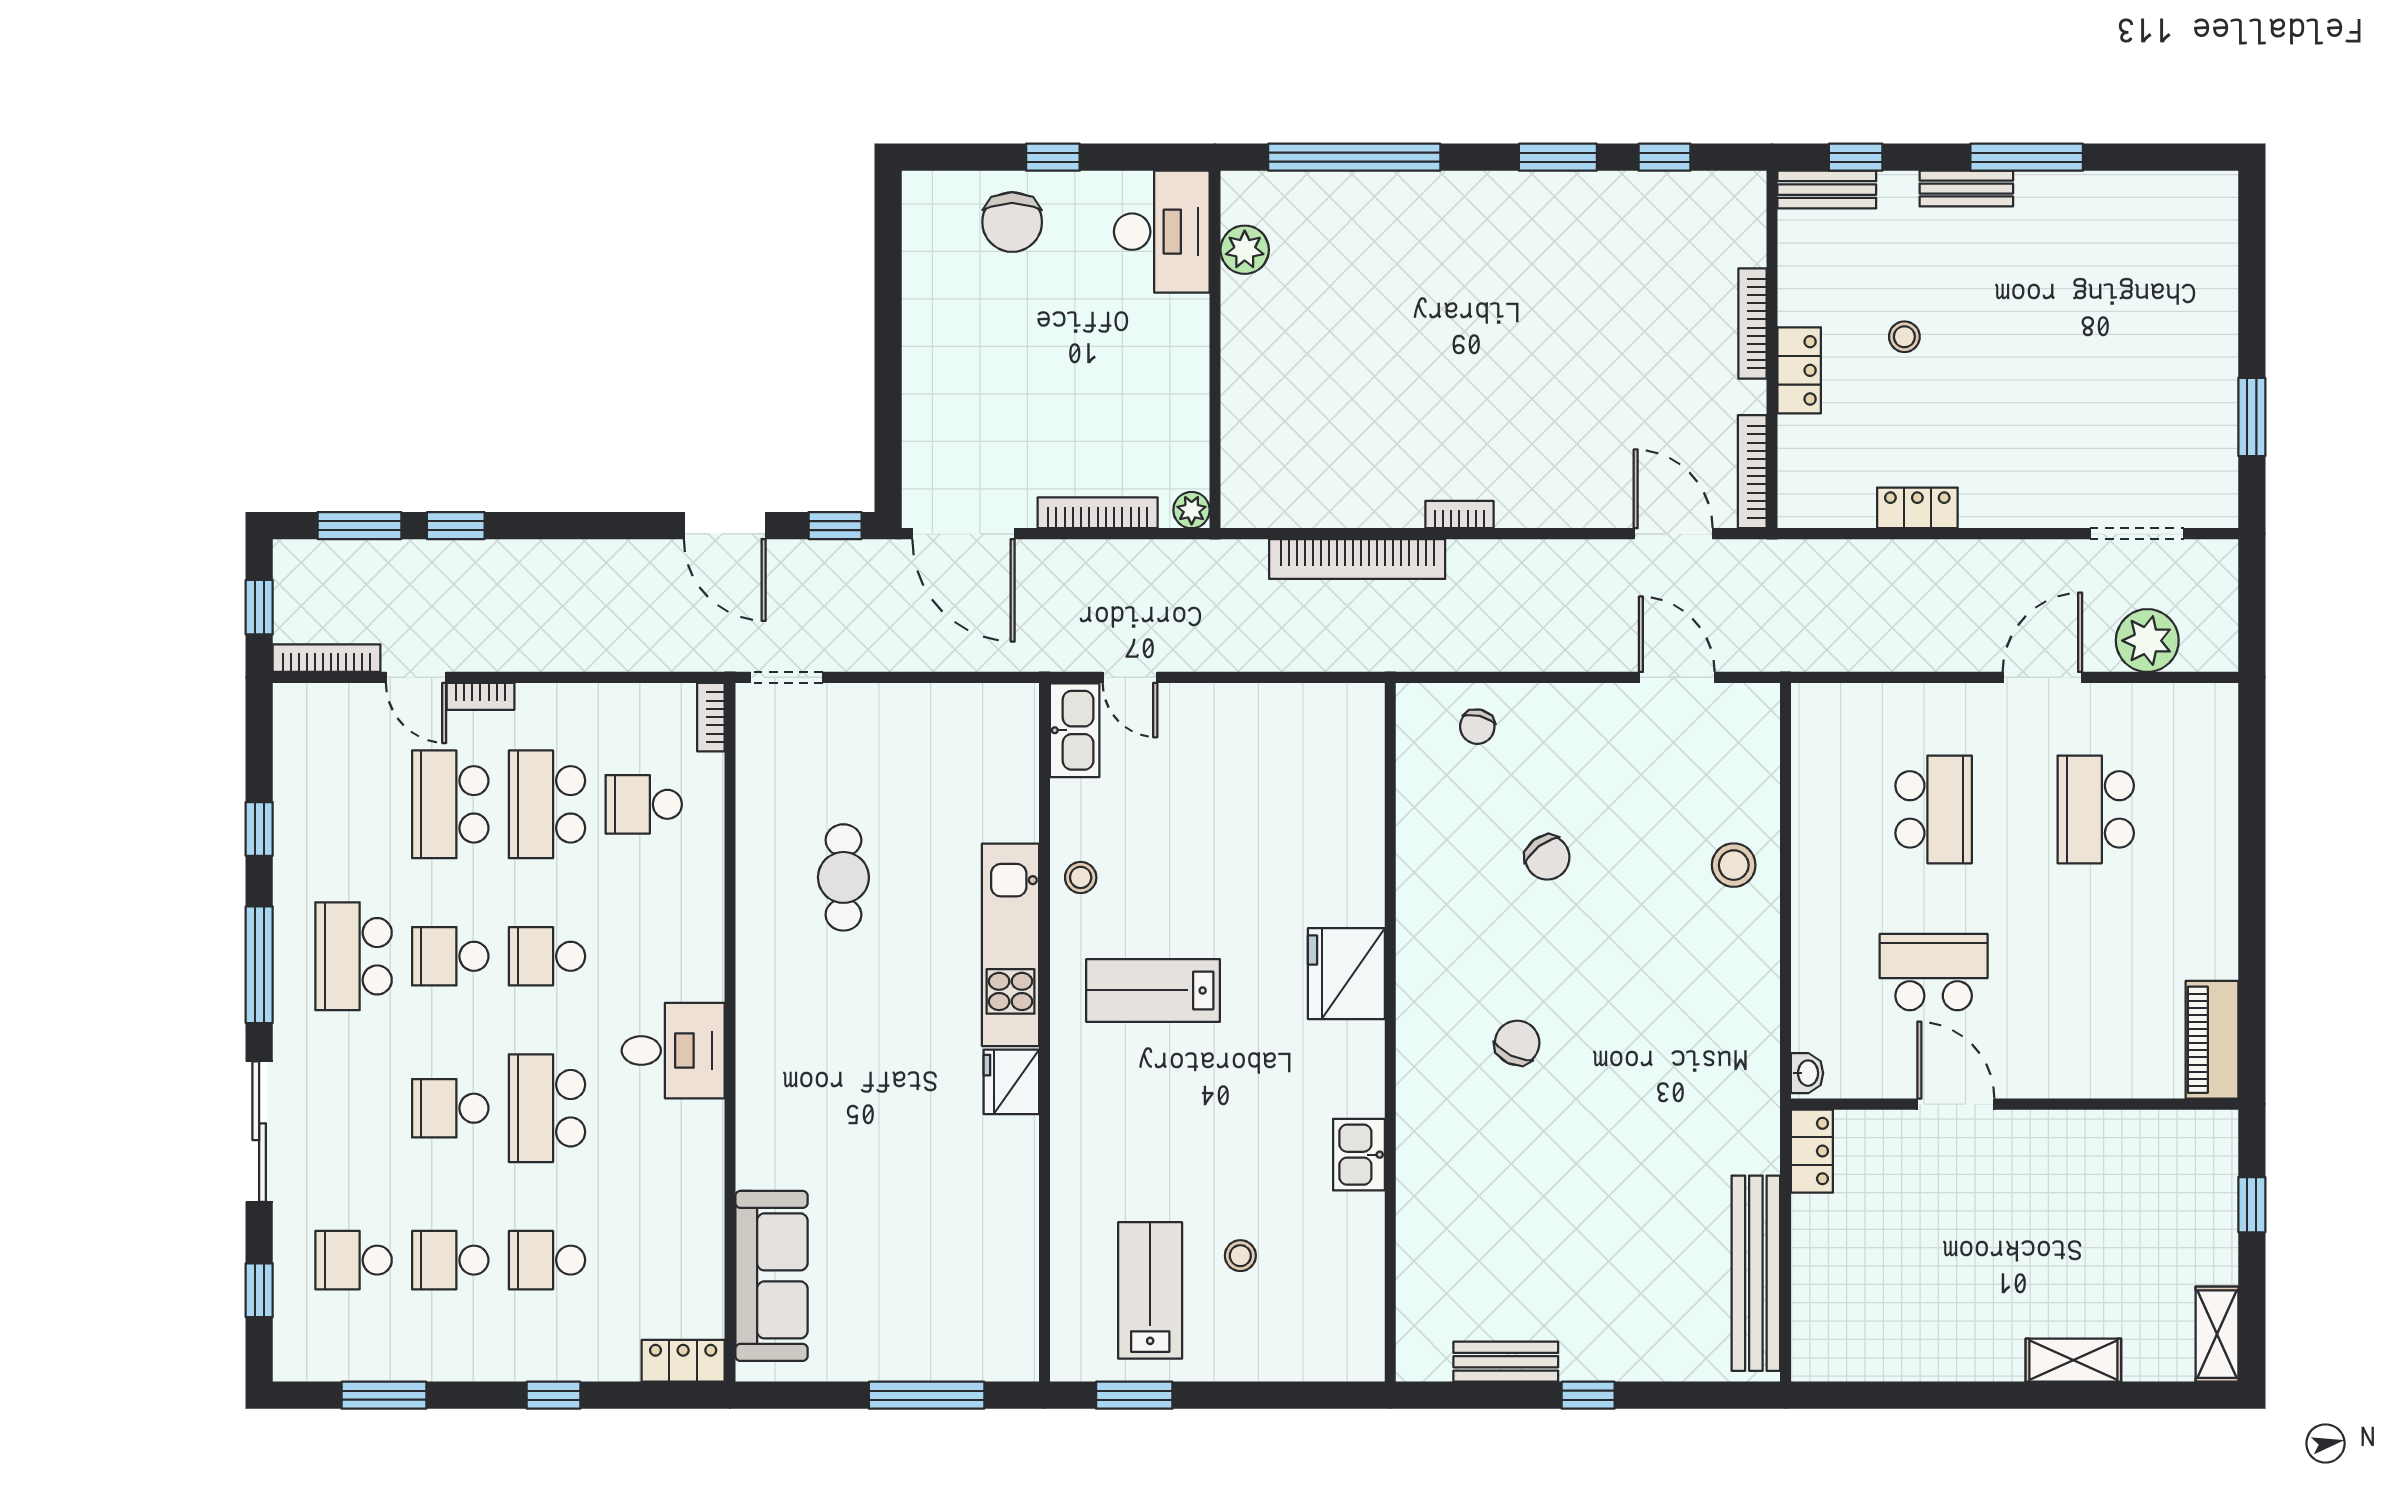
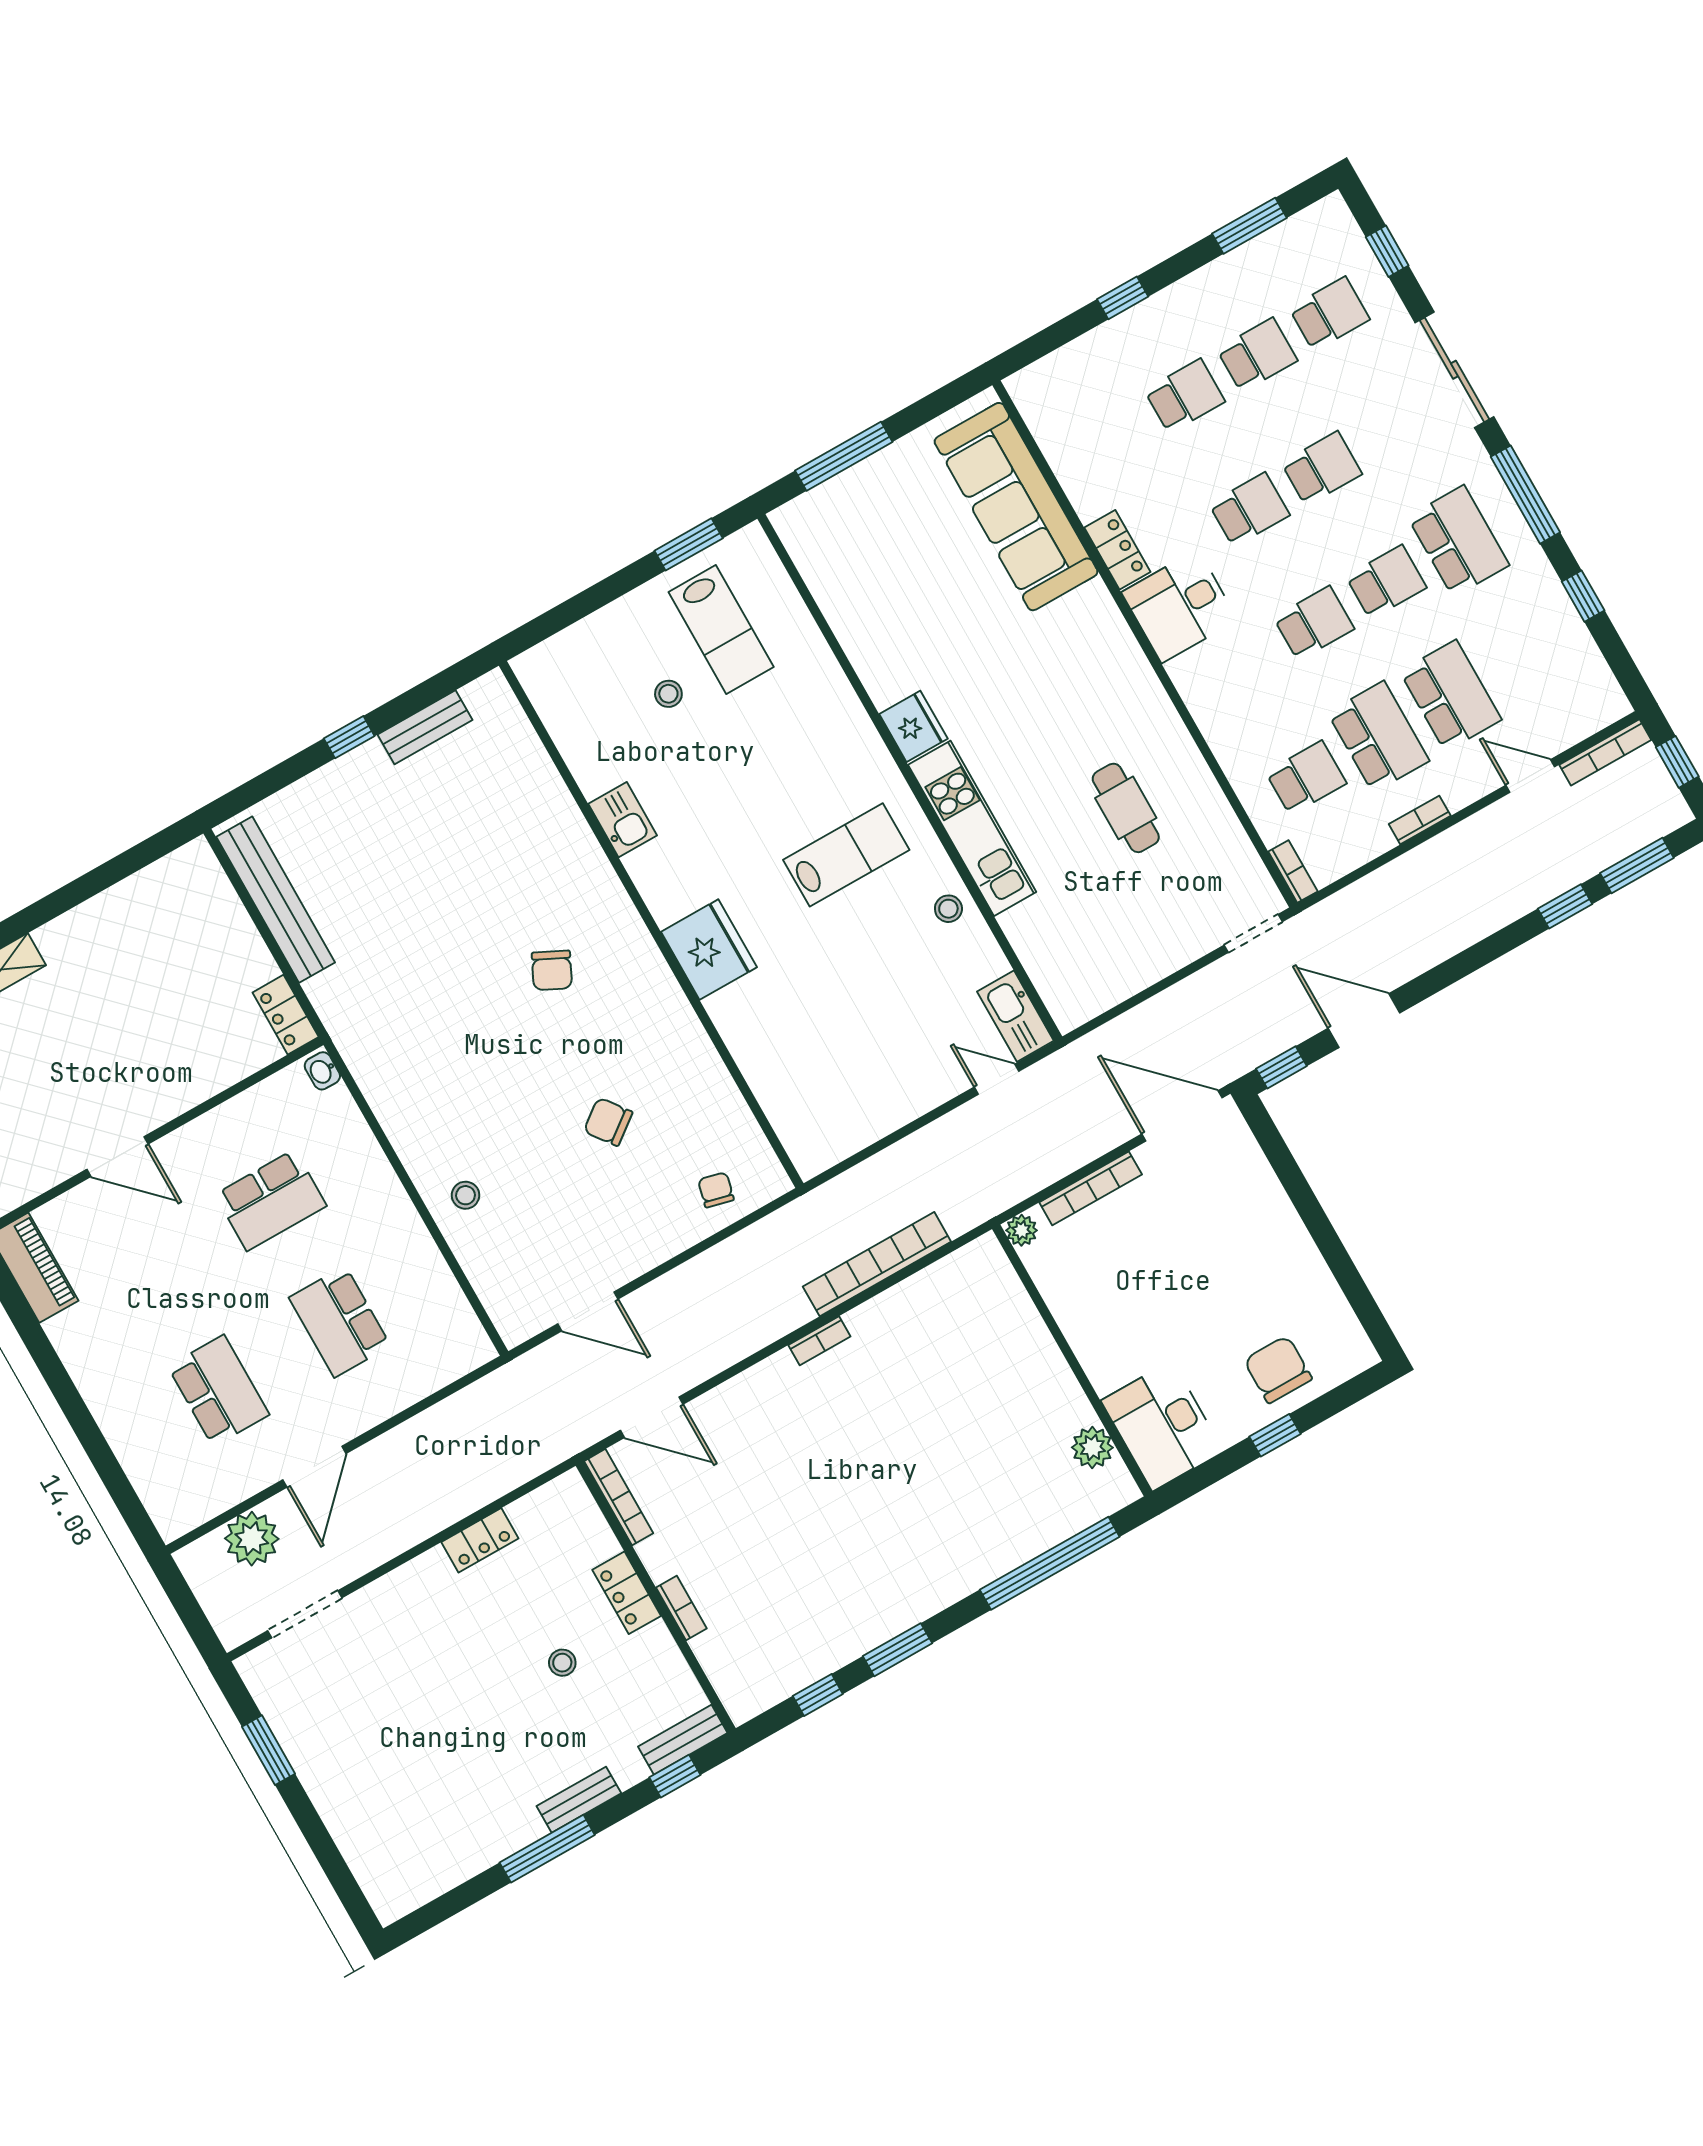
bookcase: (1753, 324) -> (681, 1608), width x0.64
bookcase: (480, 696) -> (1420, 820), moved
stool: (1734, 865) -> (466, 1195), width x0.73, depth x0.73
door: (1956, 1104) -> (117, 1157), moved
school desk: (547, 1108) -> (1249, 510), width x0.54
sofa: (771, 1276) -> (1016, 507), width x1.36, depth x1.27
locker: (683, 1361) -> (1117, 550), moved, turned -90

